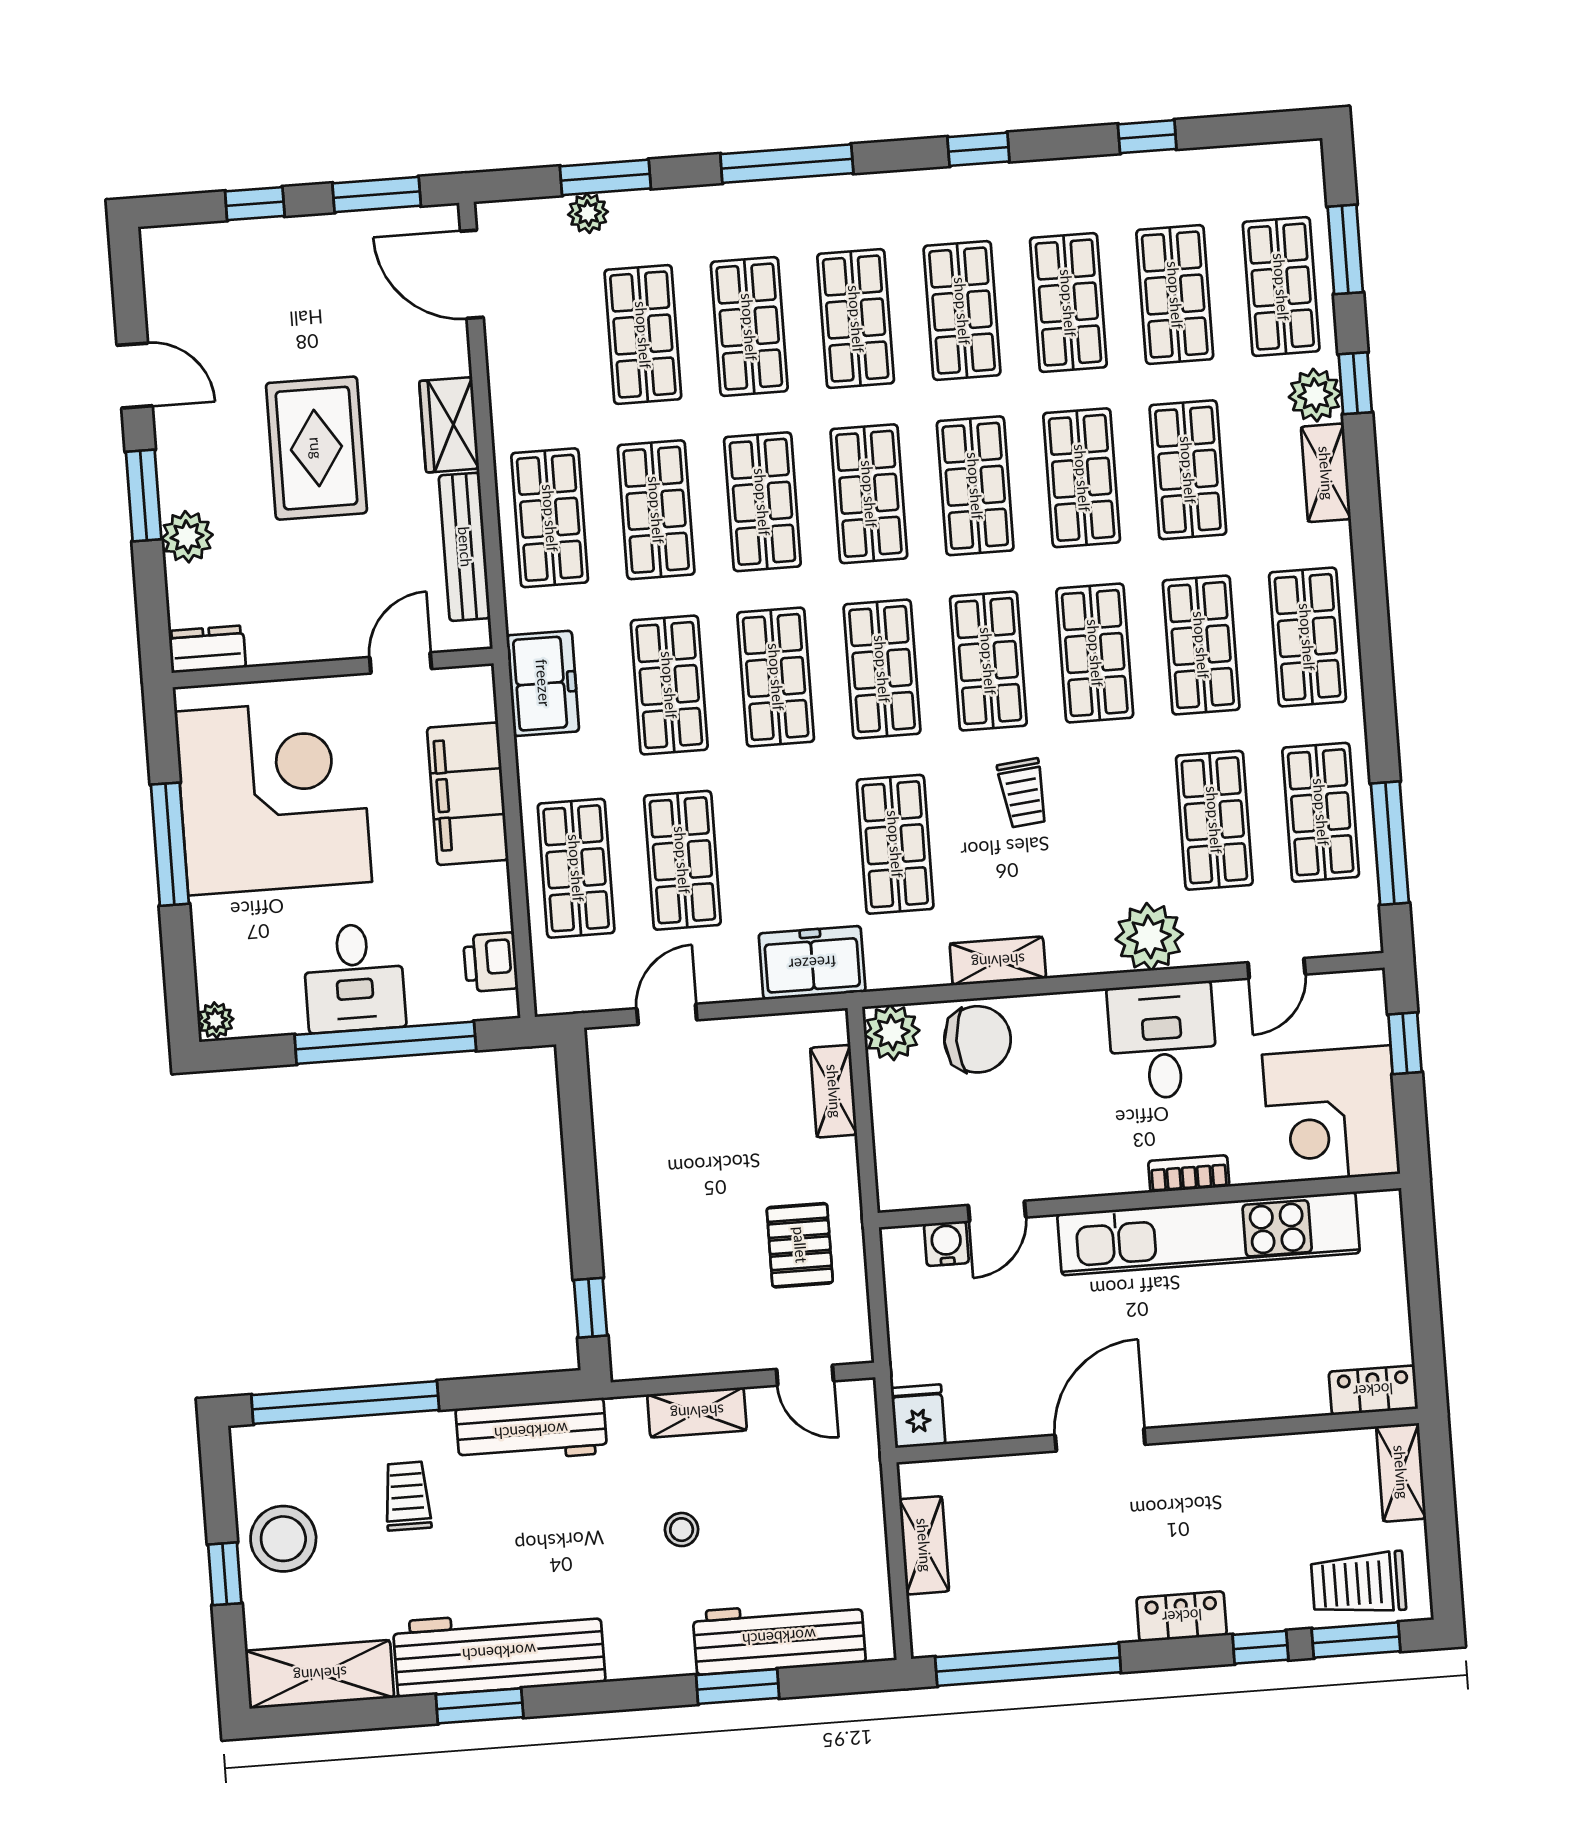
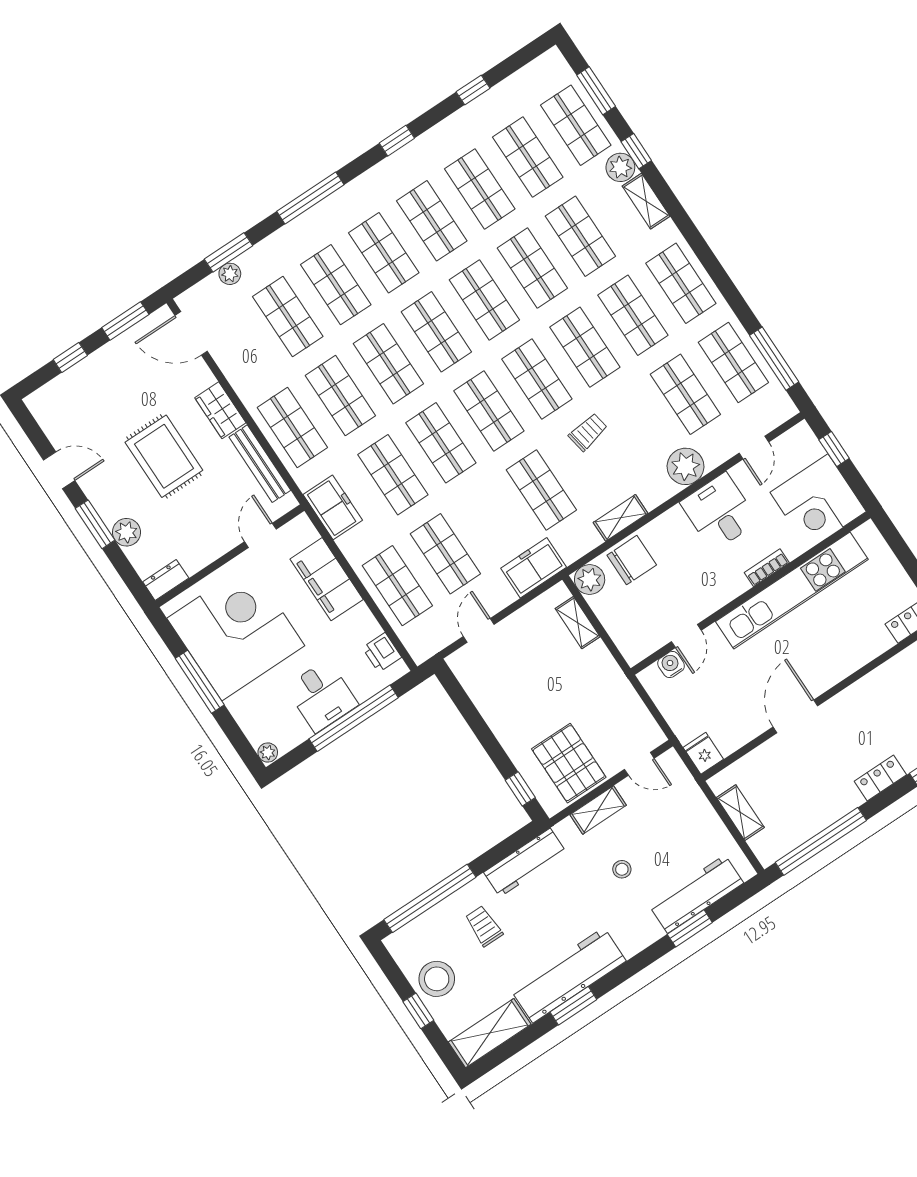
trolley: (1023, 793) -> (588, 432), turned -94
pallet: (800, 1245) -> (569, 763), moved, width x1.50, depth x1.42

